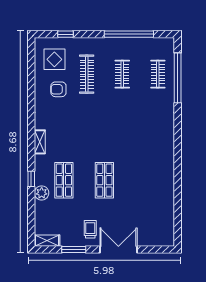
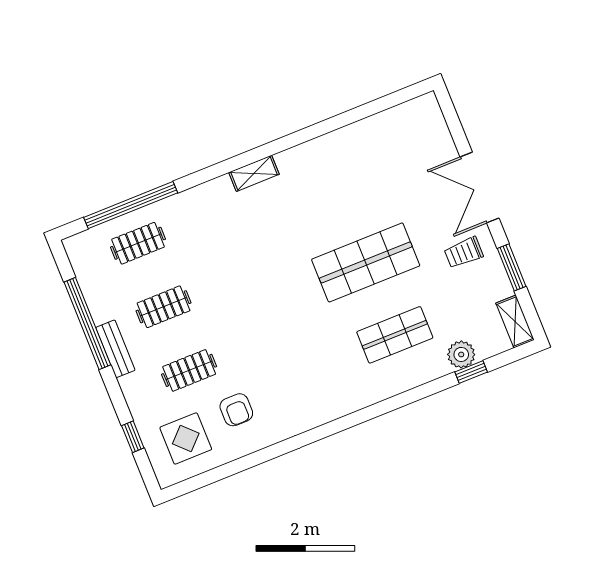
bench: (111, 43) -> (115, 349), added
clothes rail: (87, 74) -> (189, 370), width x0.73
shelving: (40, 142) -> (254, 173), moved
window: (31, 179) -> (471, 372), moved
shop shelf: (104, 180) -> (366, 262), width x1.43, depth x1.36
plant: (42, 193) -> (461, 354), moved

